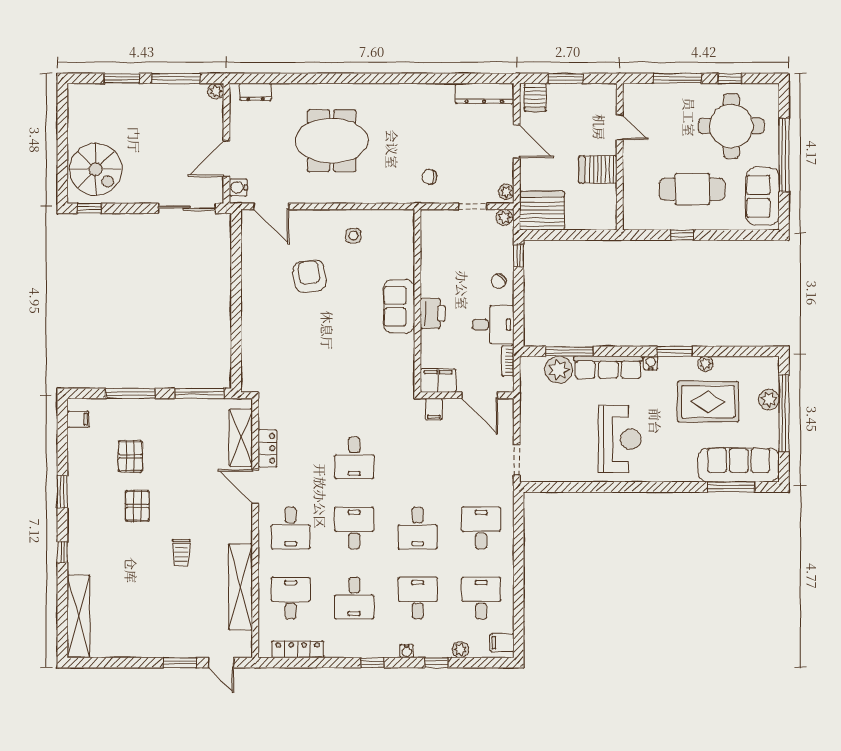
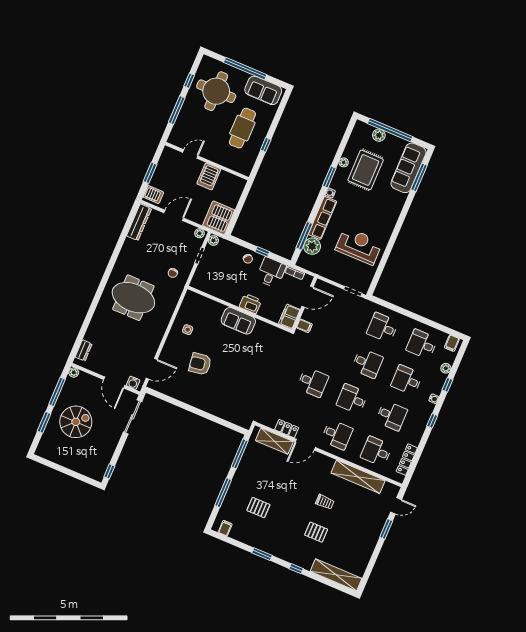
meeting table: (332, 141) -> (133, 298), moved, turned 90
spiral stairs: (96, 169) -> (76, 422), moved
window: (519, 256) -> (262, 252), moved
reception desk: (620, 439) -> (359, 246), moved
pallet: (137, 506) -> (316, 532), moved

